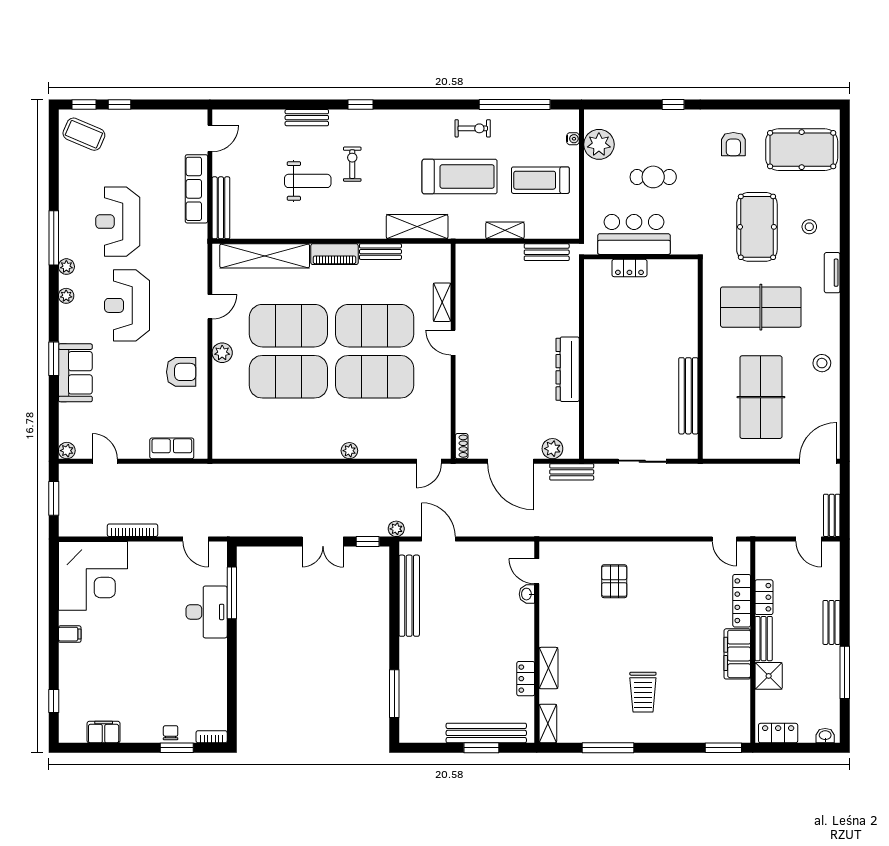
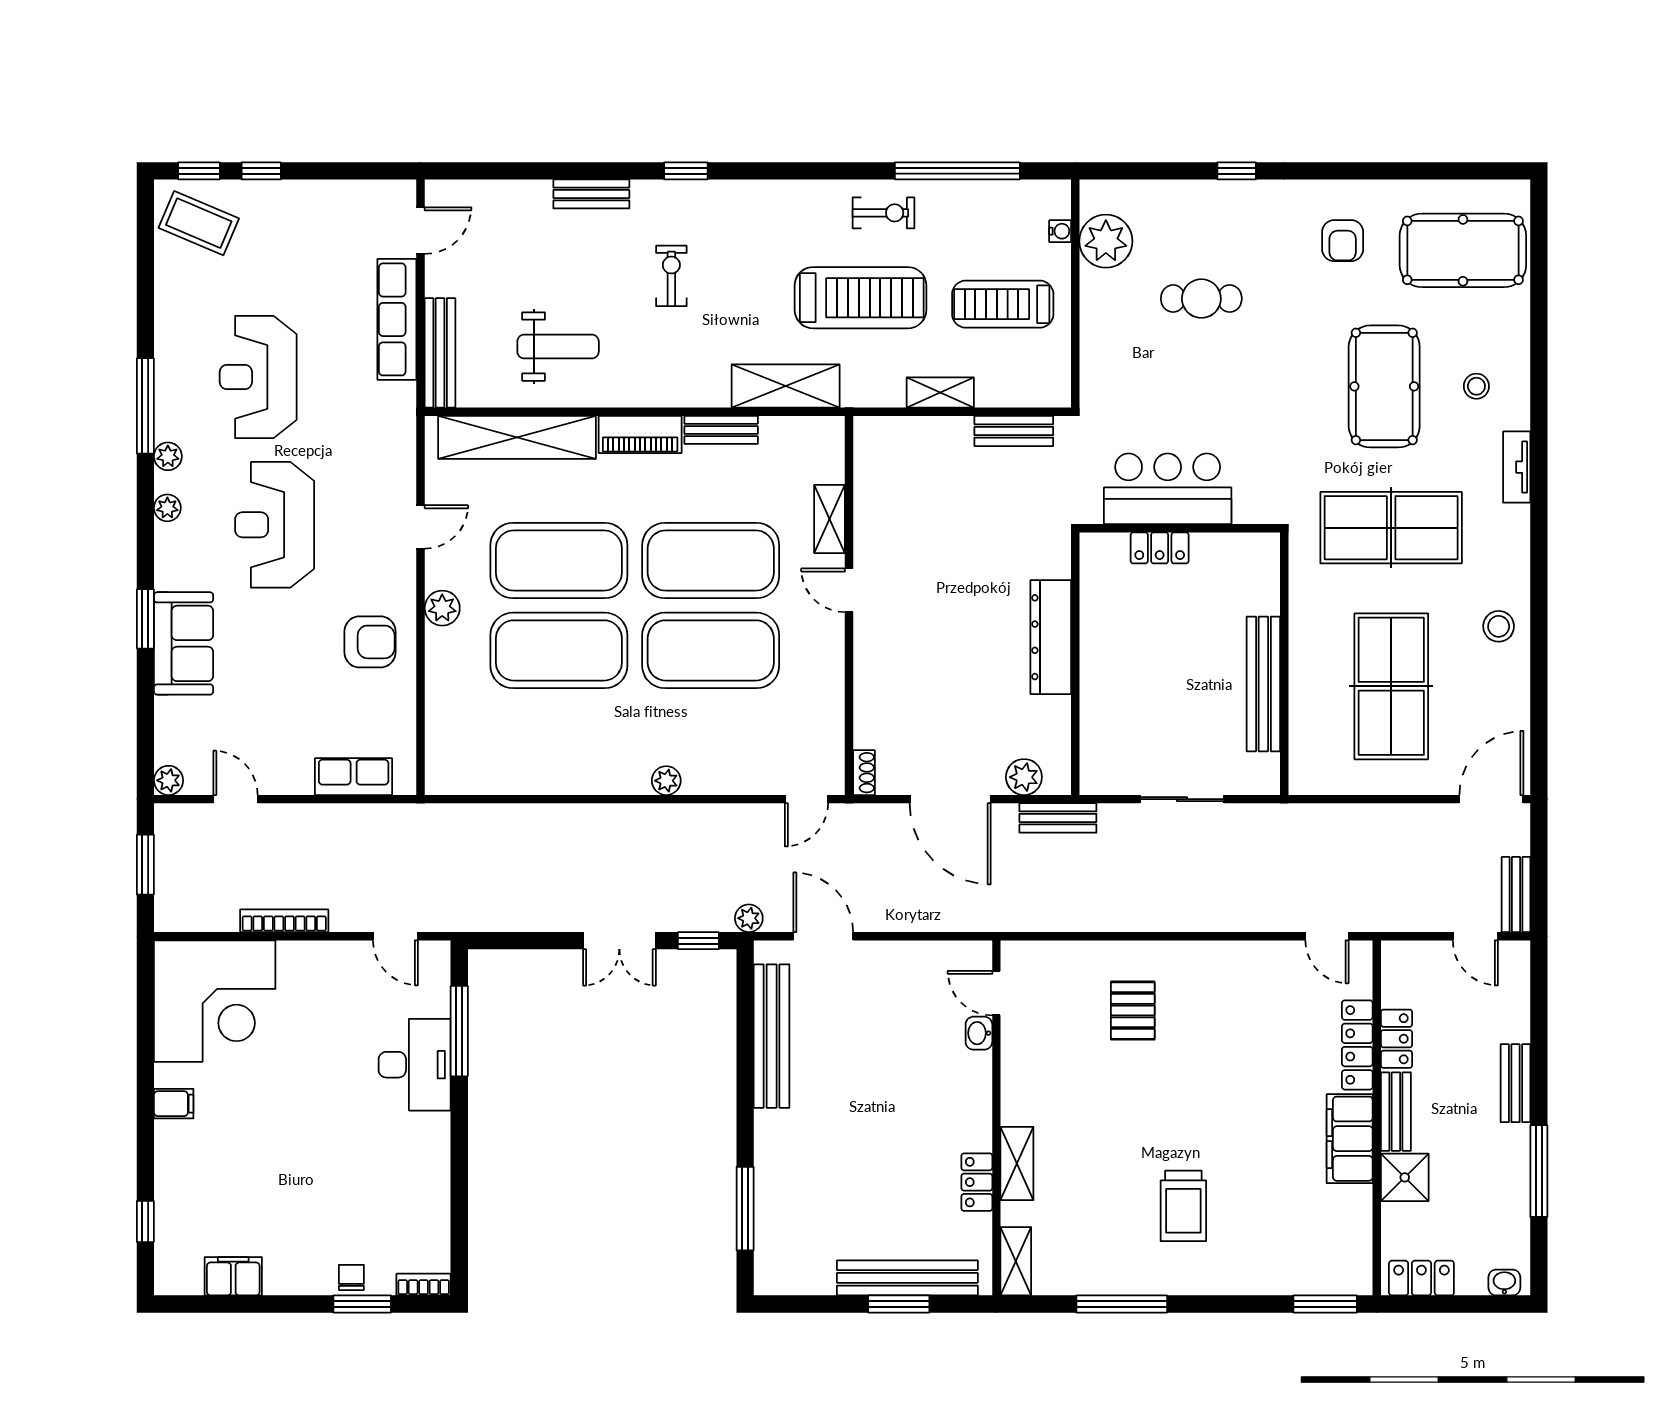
weight bench: (308, 181) -> (558, 347), moved
bar counter: (634, 234) -> (1168, 489), moved
wall: (641, 257) -> (1180, 528), moved
locker: (629, 268) -> (1160, 548), moved

